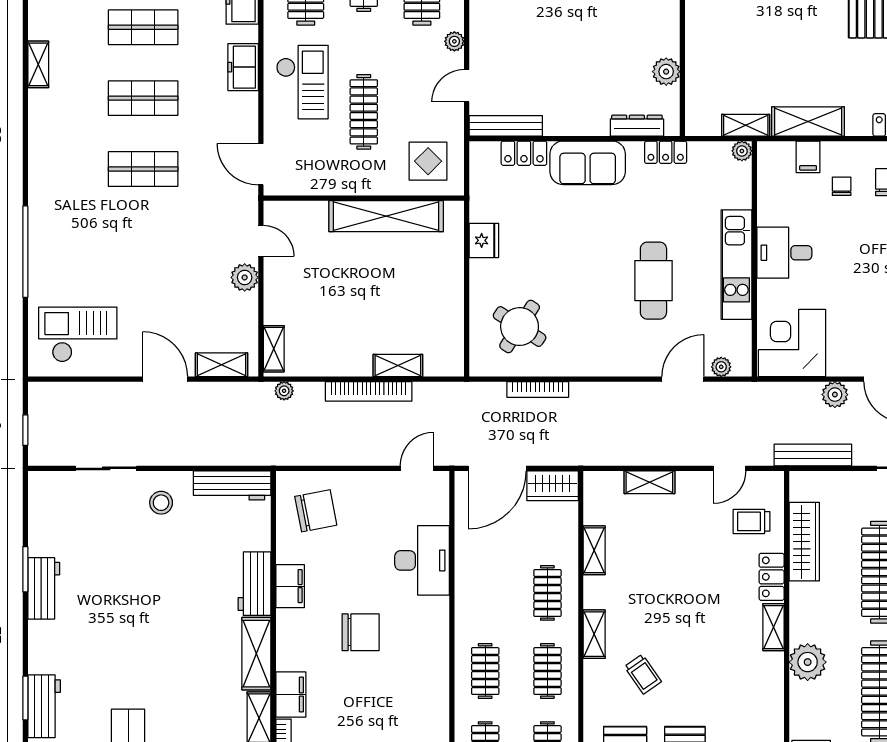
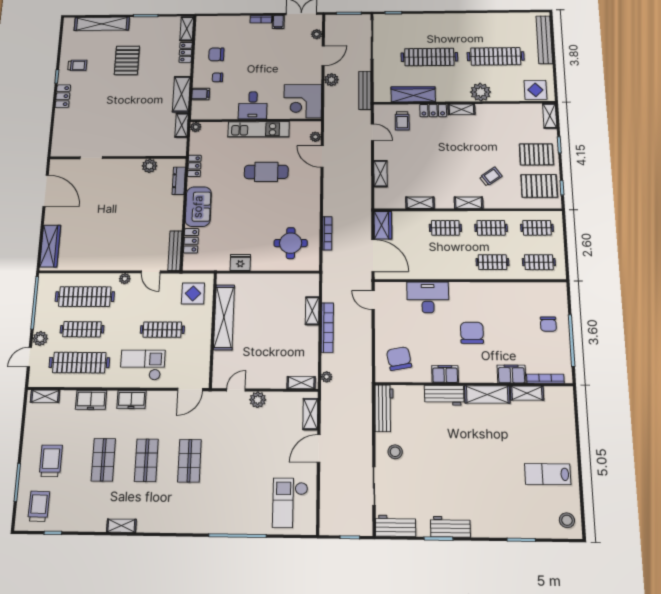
round table: (520, 327) -> (291, 243), turned -33
workbench: (44, 706) -> (396, 526), moved

